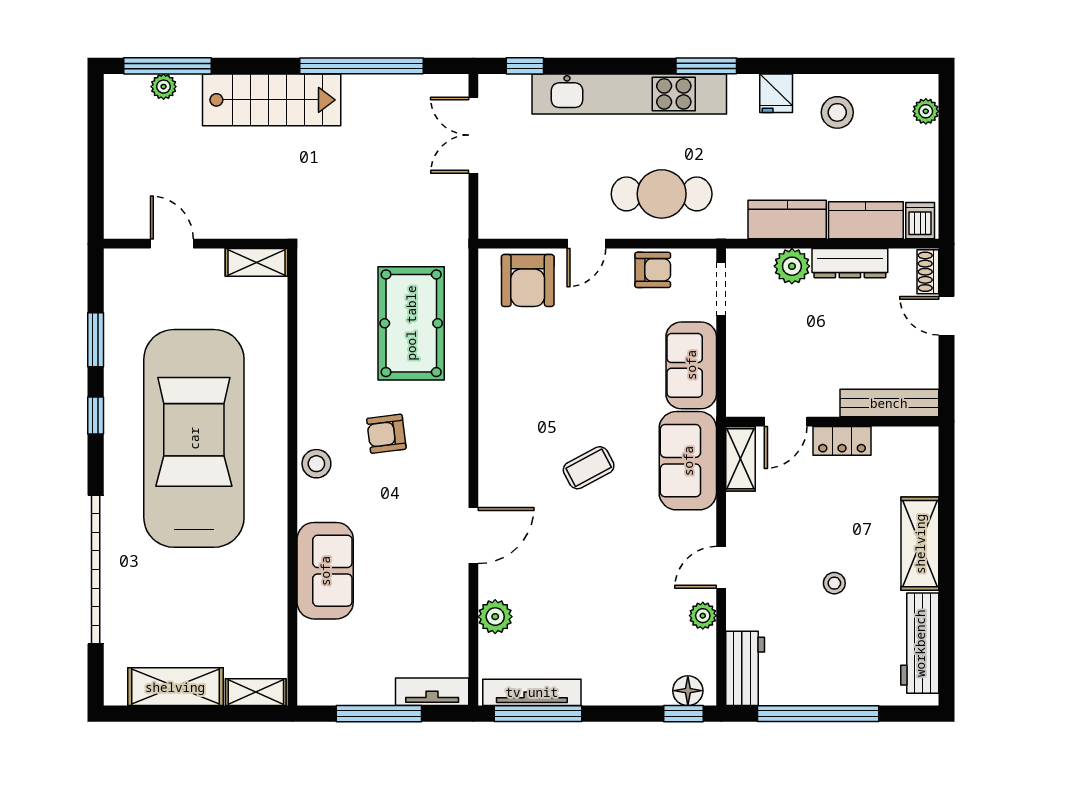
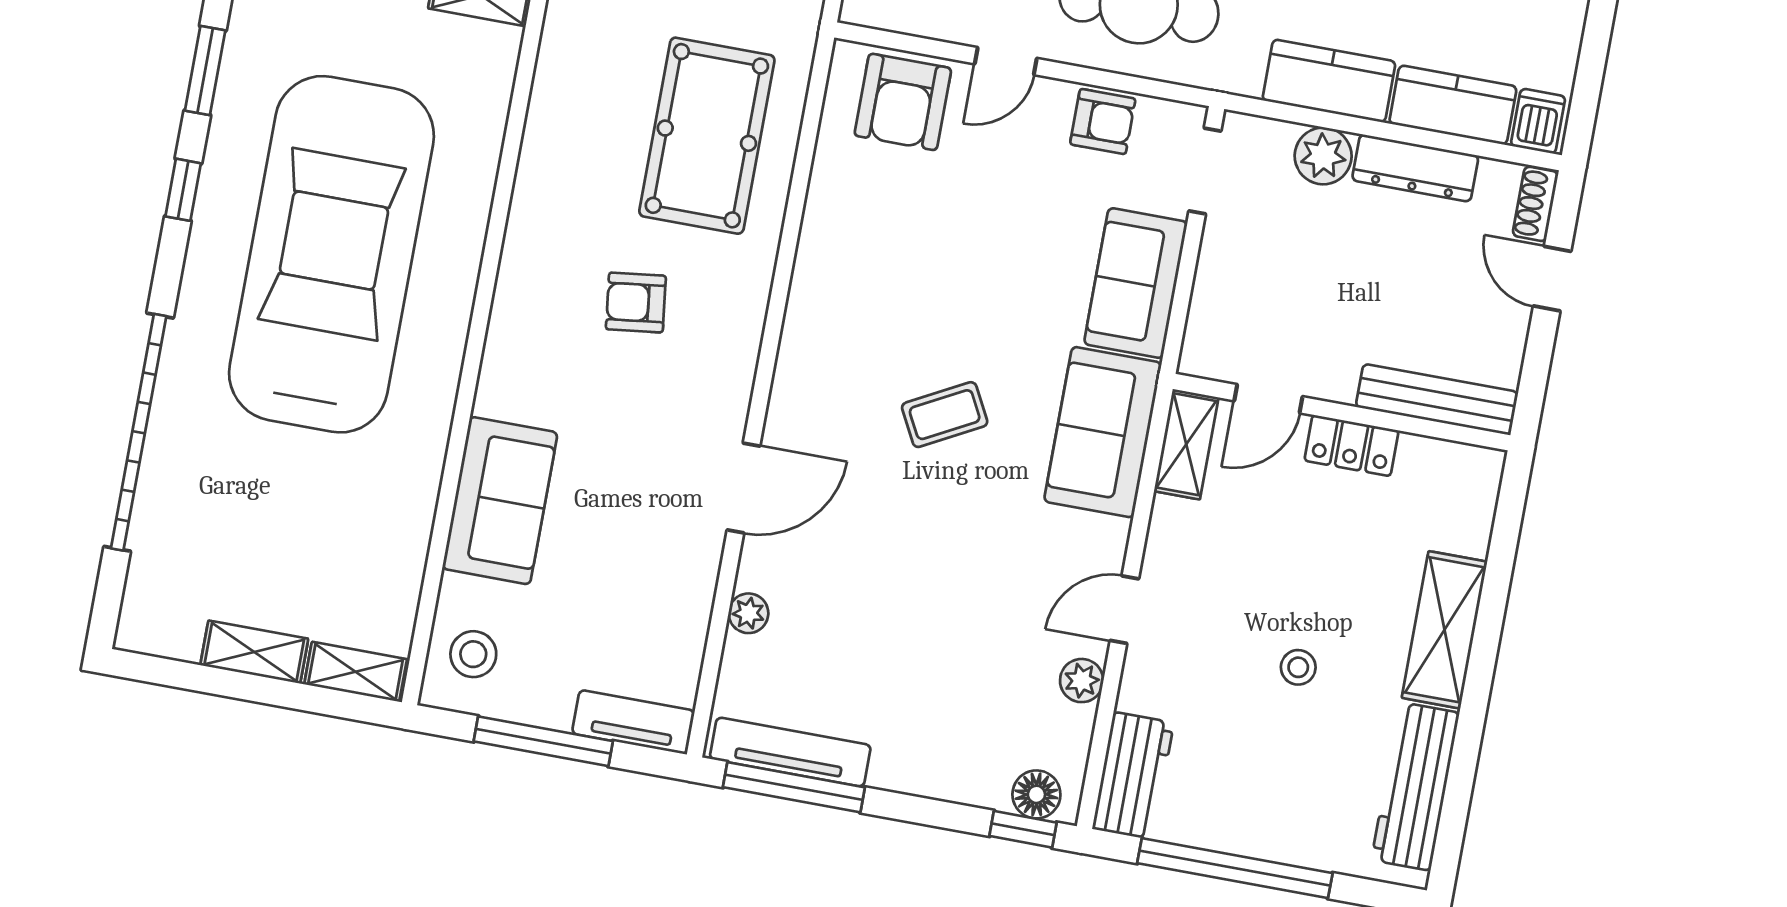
stool: (316, 464) -> (473, 654), moved
plant: (495, 617) -> (748, 613), width x0.73, depth x0.73
shelving: (175, 687) -> (254, 652), width x0.67, depth x0.75

